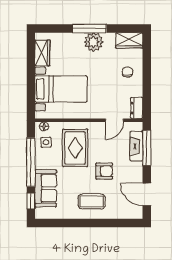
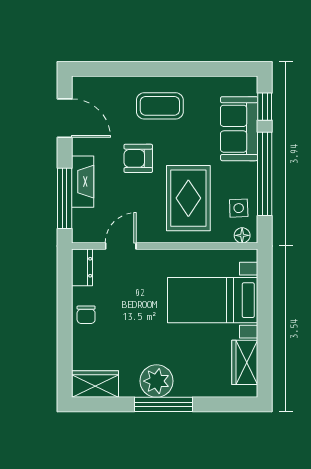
chair: (127, 72) -> (86, 315), moved
fireplace: (136, 146) -> (83, 182), moved

